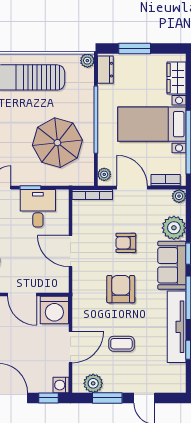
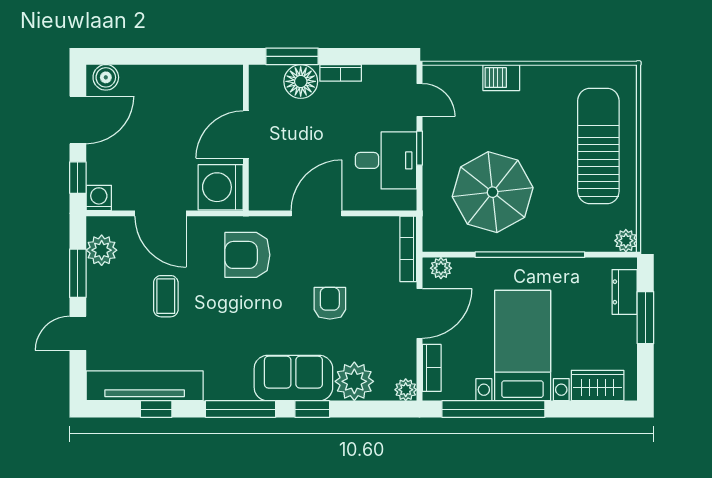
dresser: (105, 70) -> (625, 292), moved, turned 90
armchair: (121, 289) -> (247, 255), moved, turned 180
tv unit: (177, 327) -> (145, 386), moved

